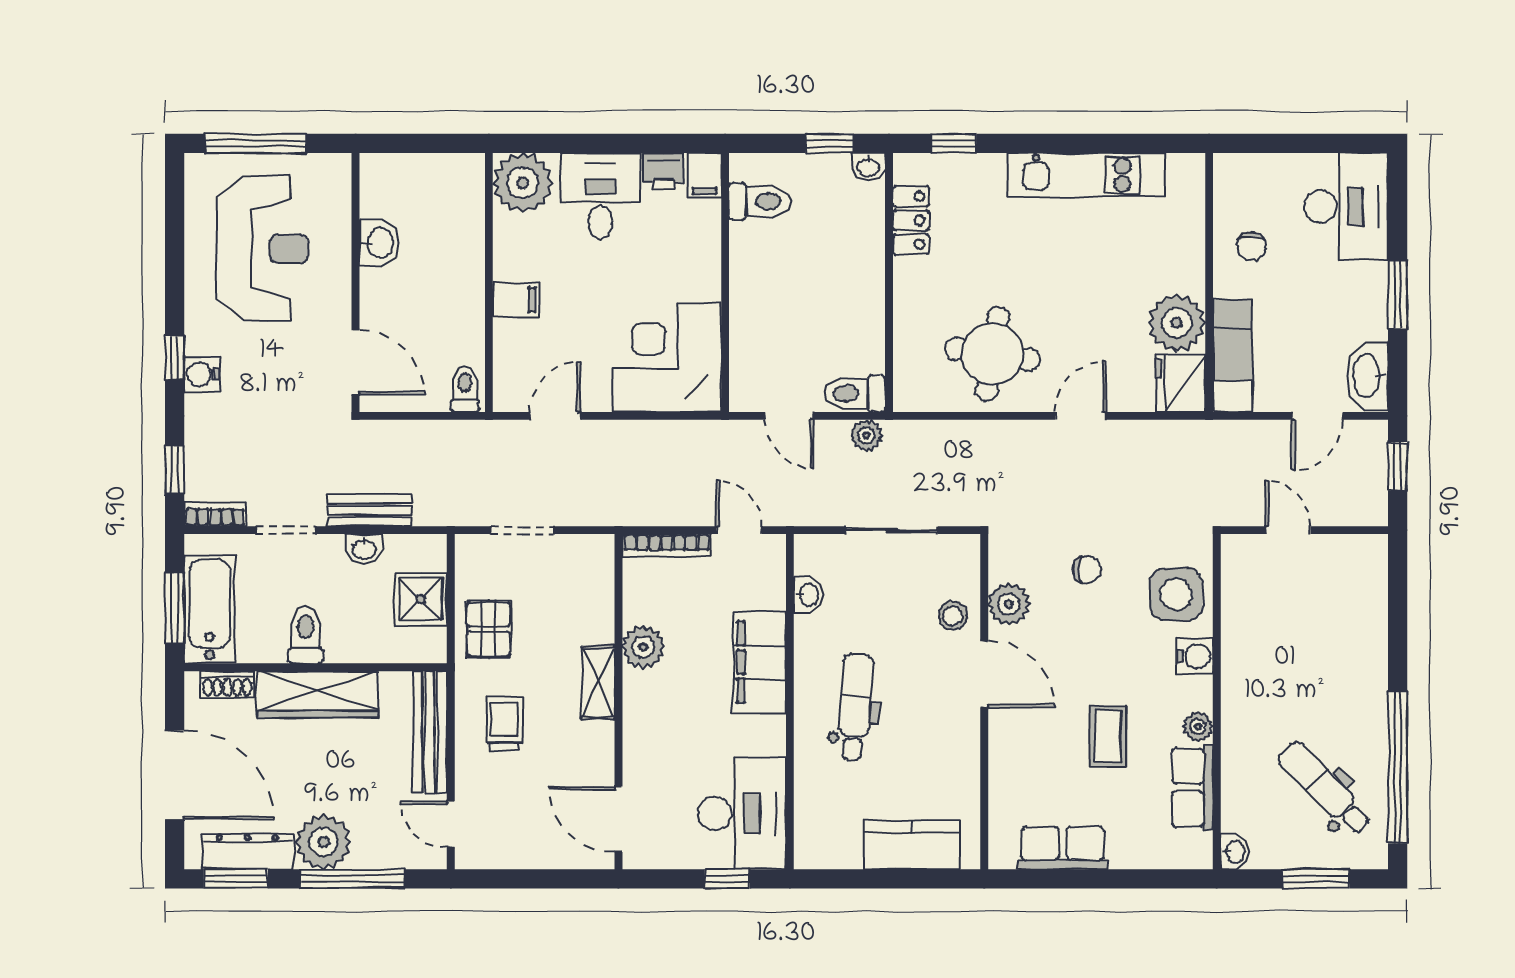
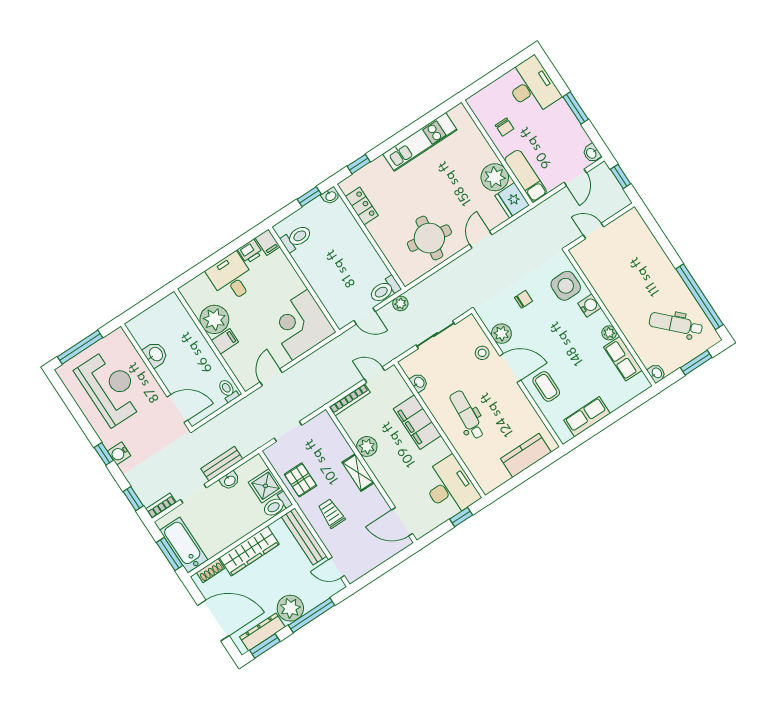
plant: (523, 183) -> (214, 319), moved
washbasin: (1367, 376) -> (592, 153), width x0.52, depth x0.69
toilet: (306, 635) -> (277, 505), moved, turned -90
coffee table: (1108, 736) -> (546, 386), moved

